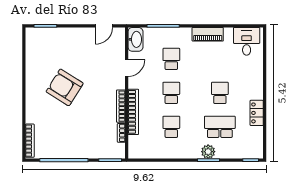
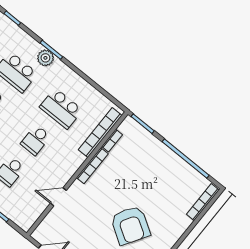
washbasin: (135, 39) -> (29, 217), removed
bookcase: (133, 112) -> (100, 133), moved
school desk: (171, 127) -> (61, 109), width x1.85

